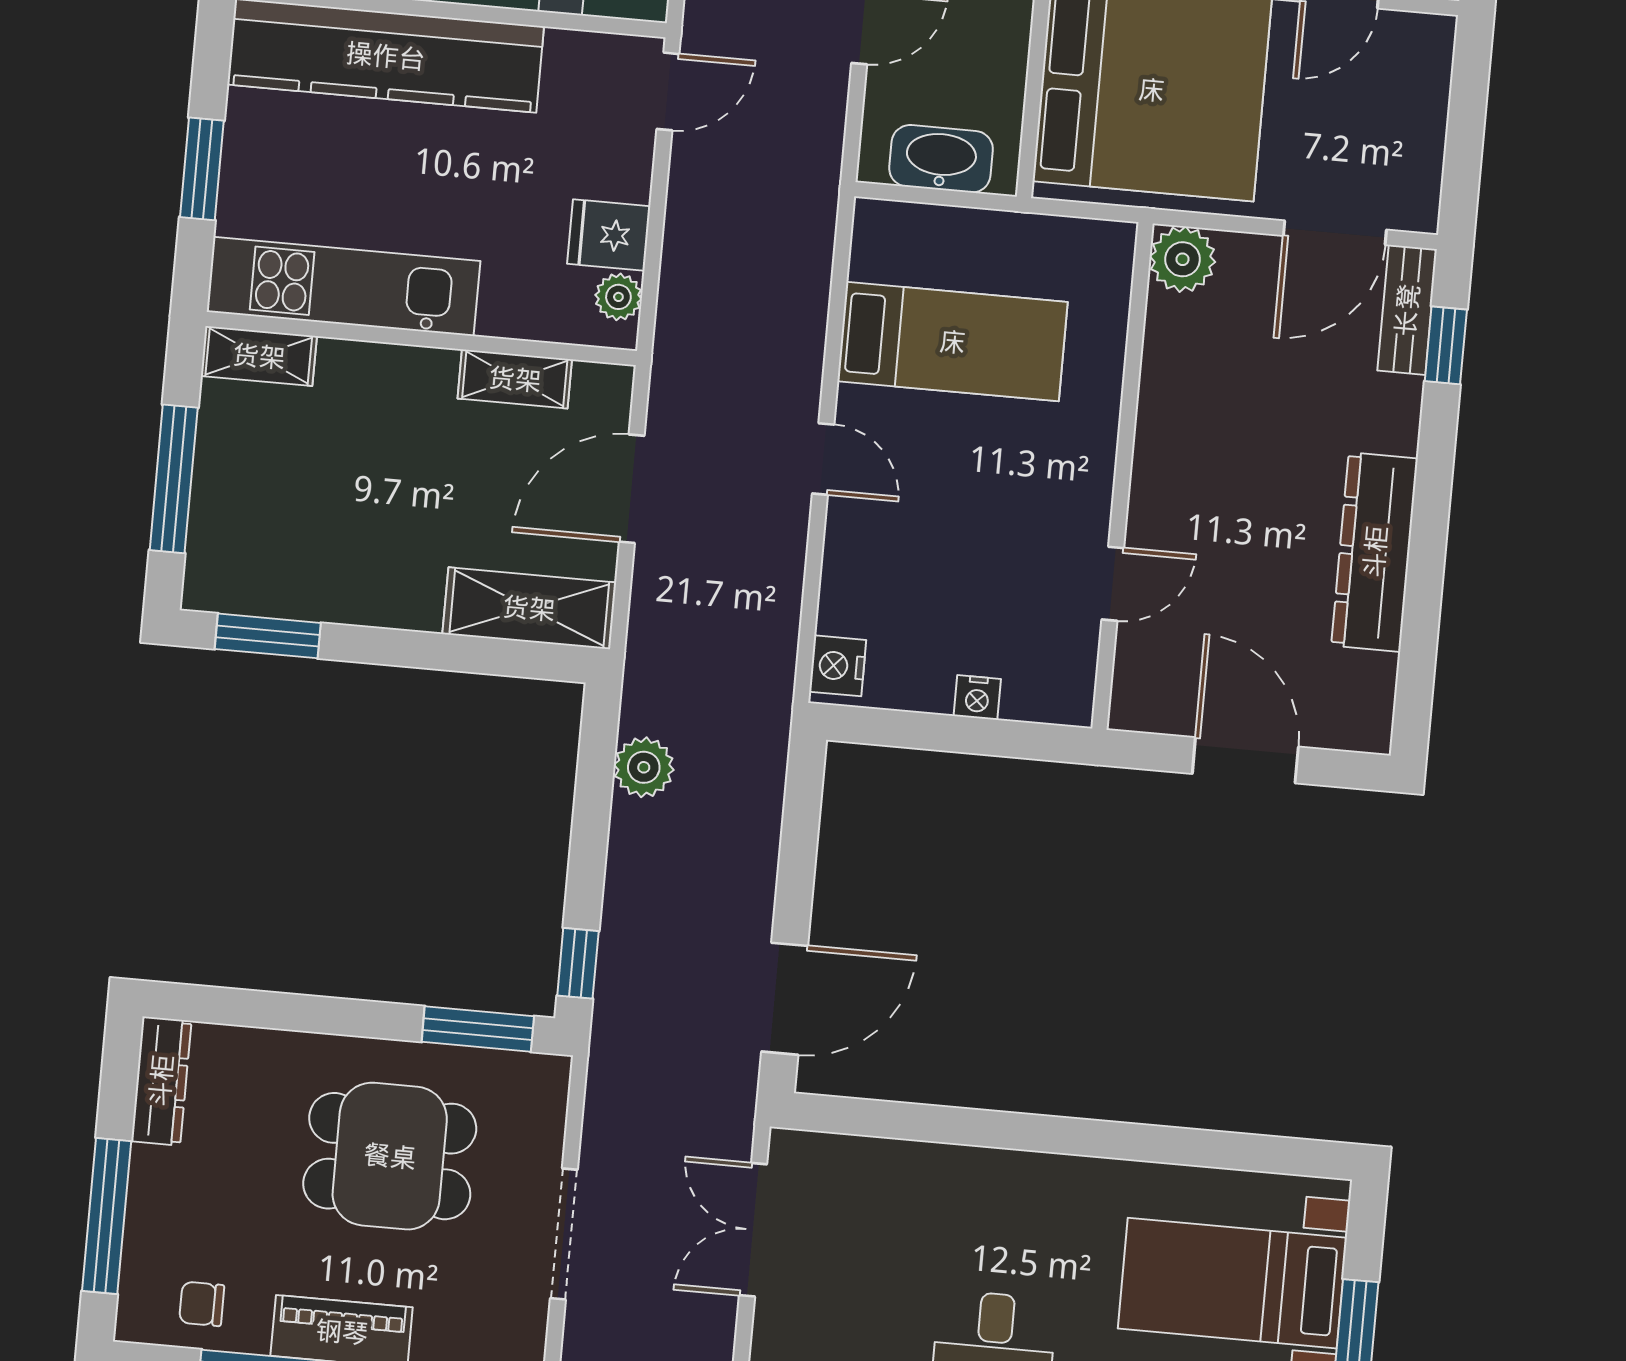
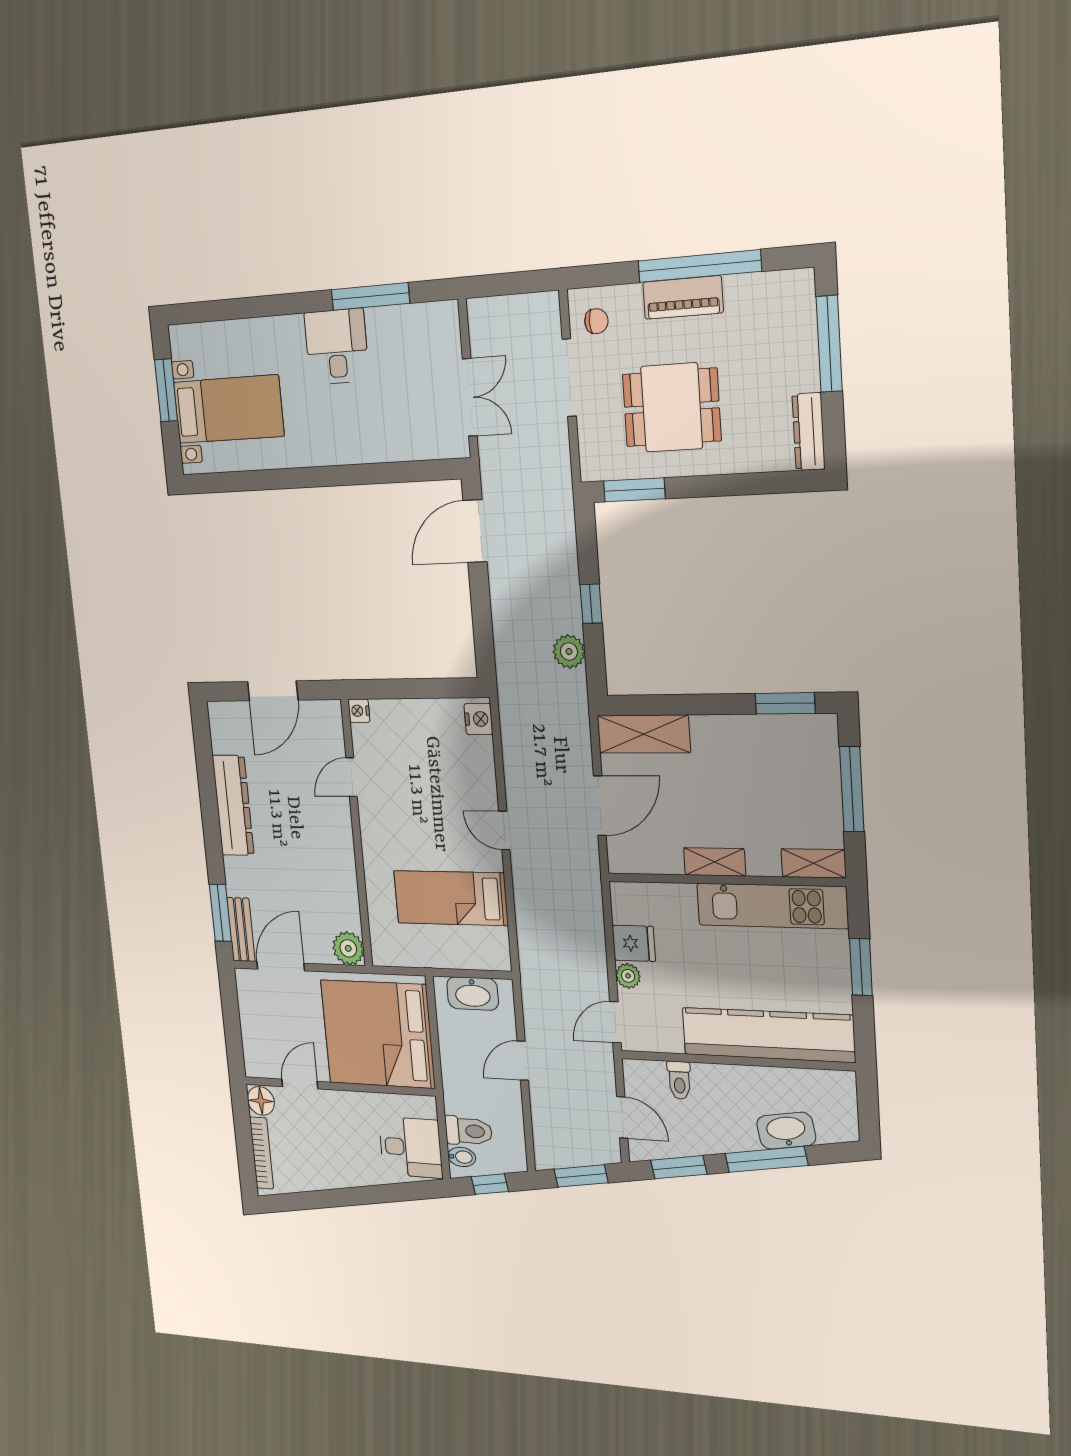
plant: (618, 297) -> (628, 976), moved
window: (1446, 345) -> (220, 913), width x1.50
shelving: (515, 379) -> (715, 862), moved
nightstand: (977, 697) -> (359, 711), moved, turned -90
door: (1245, 760) -> (273, 691), hinge flipped
window: (578, 963) -> (591, 604), moved
chair: (202, 1304) -> (596, 321), moved

